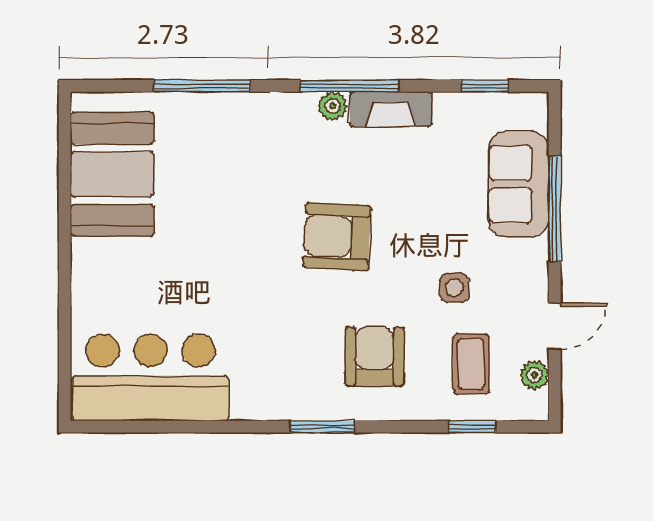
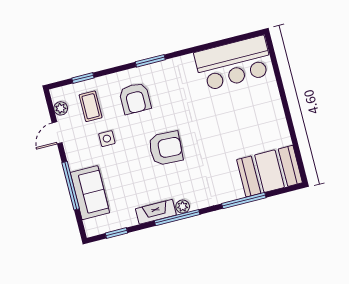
booth: (112, 174) -> (269, 171), moved, turned 90

